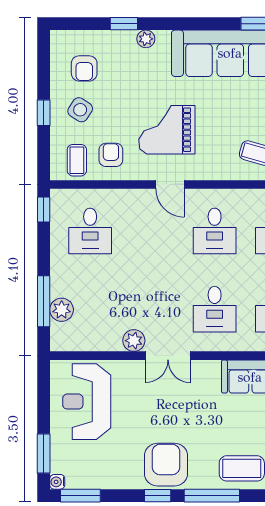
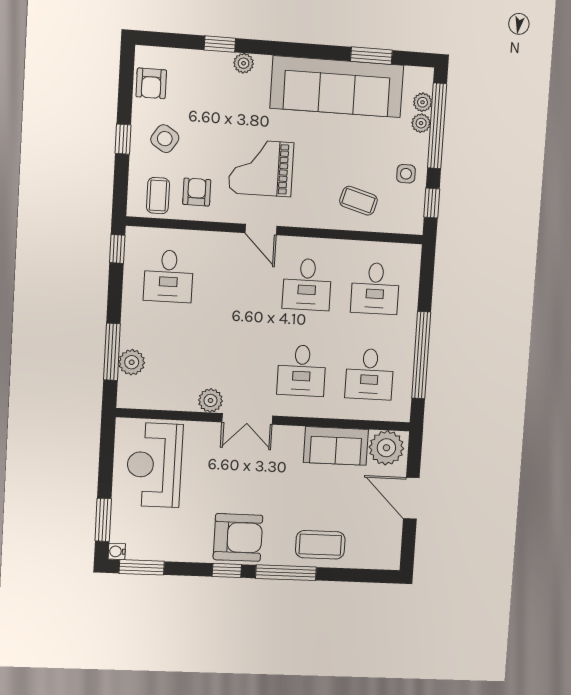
armchair: (84, 68) -> (151, 83), moved
armchair: (166, 465) -> (238, 537), turned 90

